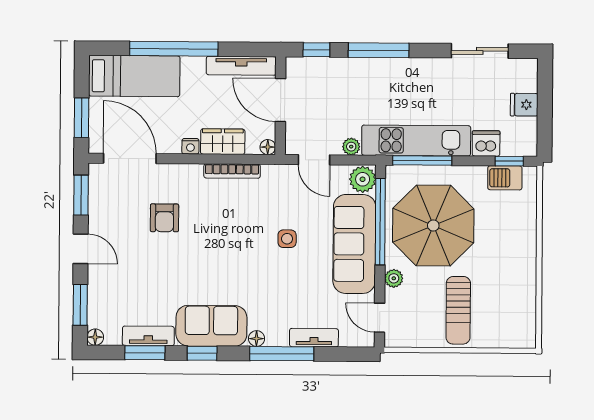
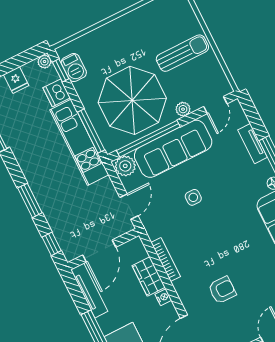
window: (379, 50) -> (30, 200), width x0.69
floor lamp: (268, 147) -> (136, 243), removed
plant: (351, 147) -> (44, 62), moved

